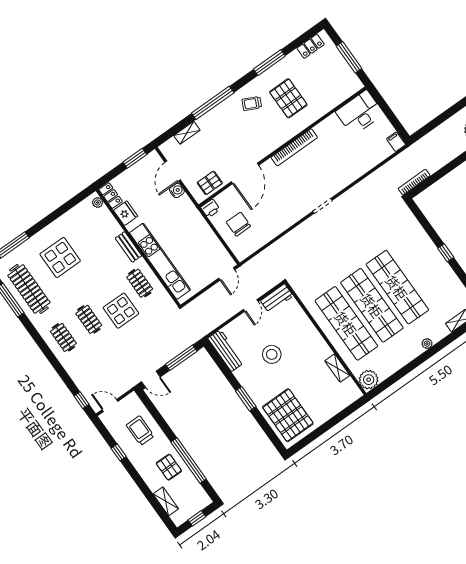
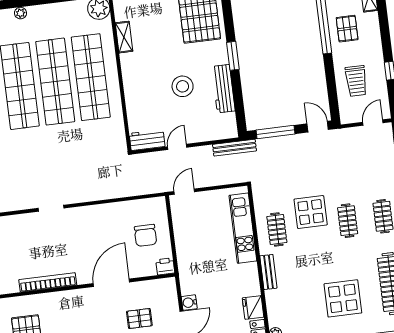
pallet: (210, 183) -> (139, 319), moved
kitchen unit: (160, 261) -> (243, 228), width x0.73
bench: (206, 329) -> (234, 148), added
workbench: (226, 350) -> (223, 89), moved
door: (110, 405) -> (373, 123), swing flipped

